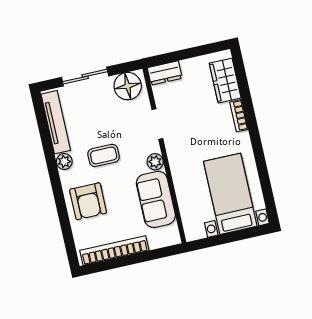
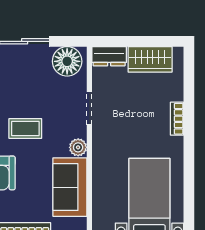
wardrobe: (225, 81) -> (150, 59), moved, turned -90

